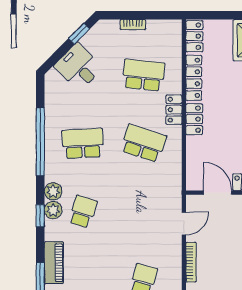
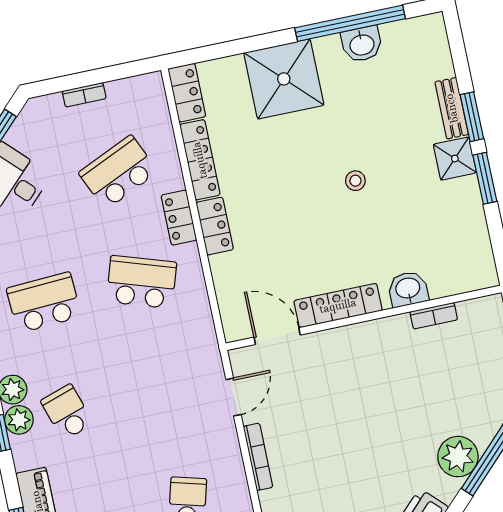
school desk: (144, 75) -> (118, 172), turned -30
school desk: (83, 212) -> (67, 412), turned -36

